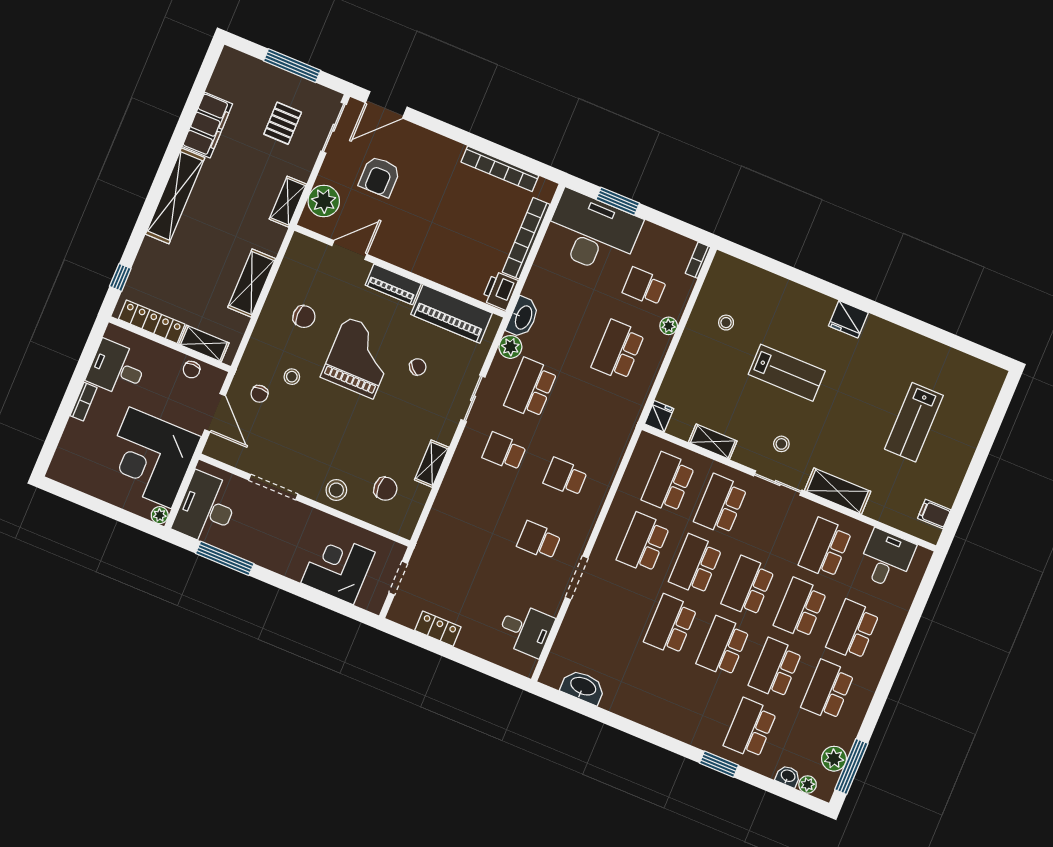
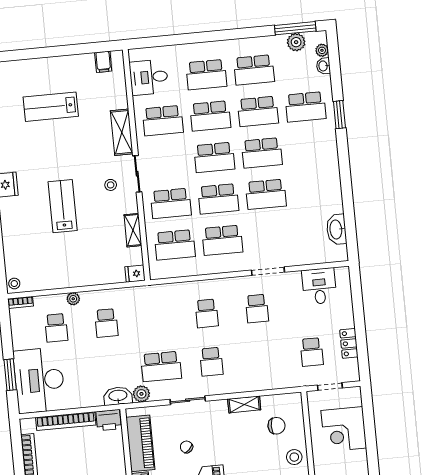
stool: (726, 323) -> (14, 284), moved
school desk: (618, 350) -> (106, 323), width x0.54
lab bench: (914, 422) -> (51, 107), turned 180
chair: (385, 489) -> (276, 426), turned 90
school desk: (451, 578) -> (312, 352), added

